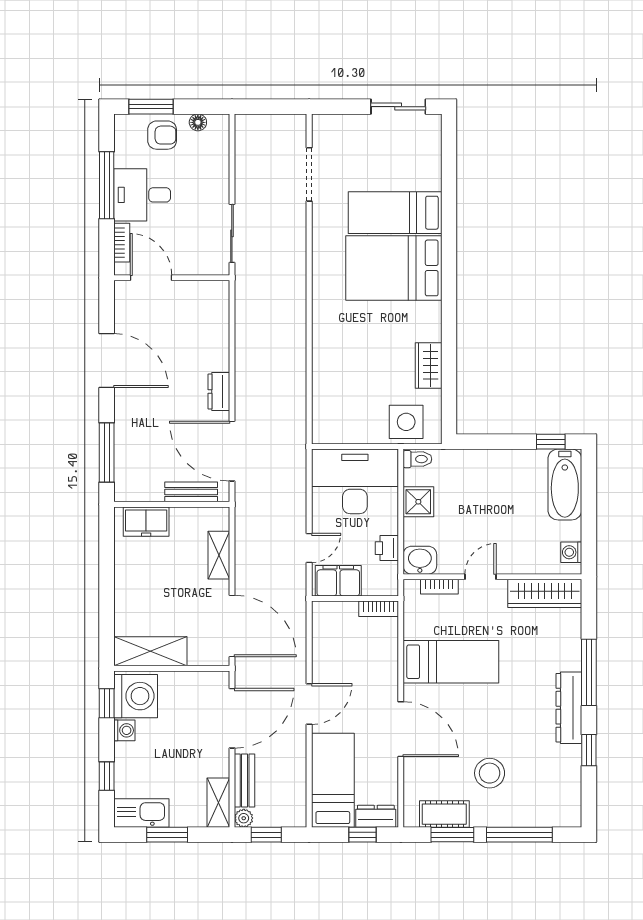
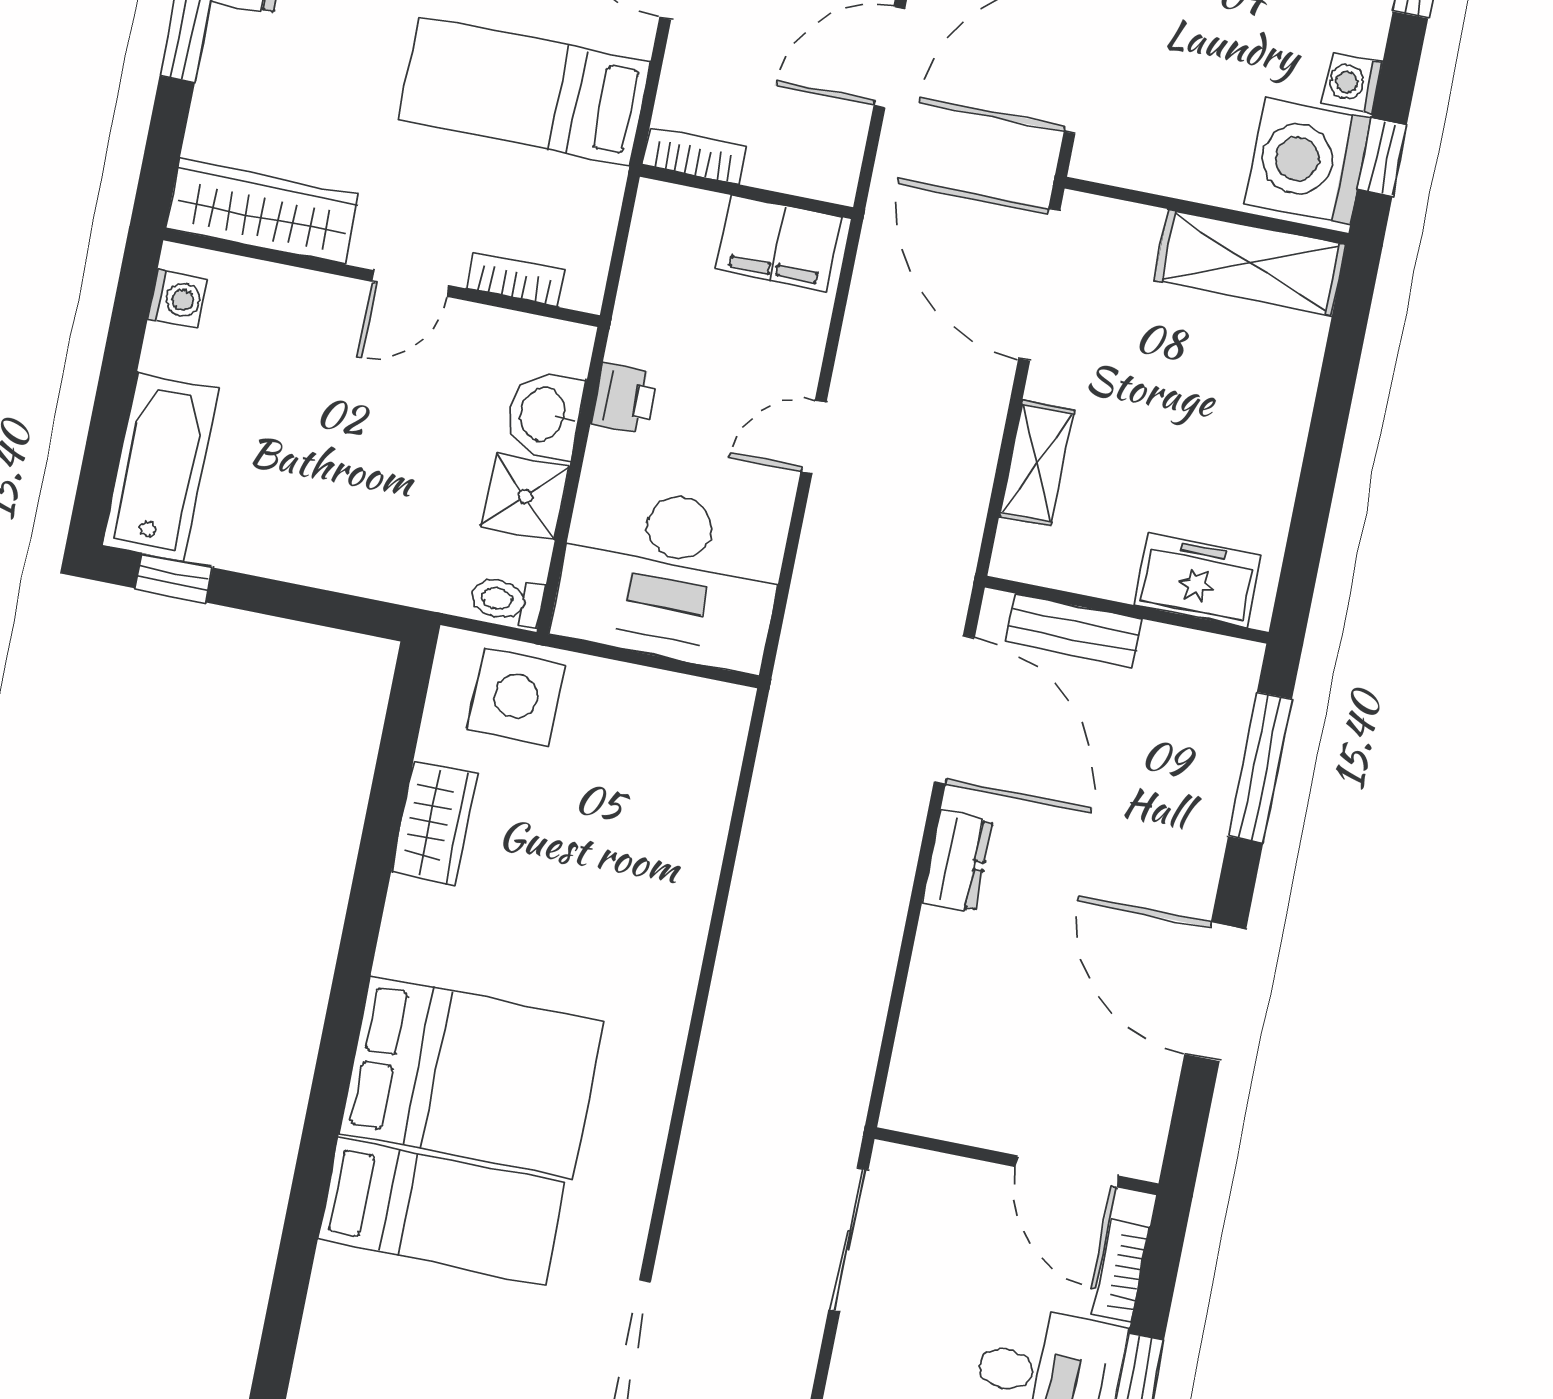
washbasin: (420, 560) -> (544, 415), moved, turned 90
filing cabinet: (338, 581) -> (779, 243), moved
wall: (355, 598) -> (747, 192), moved
bookcase: (379, 609) -> (694, 155), moved

